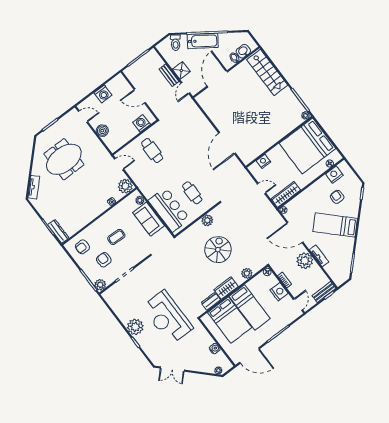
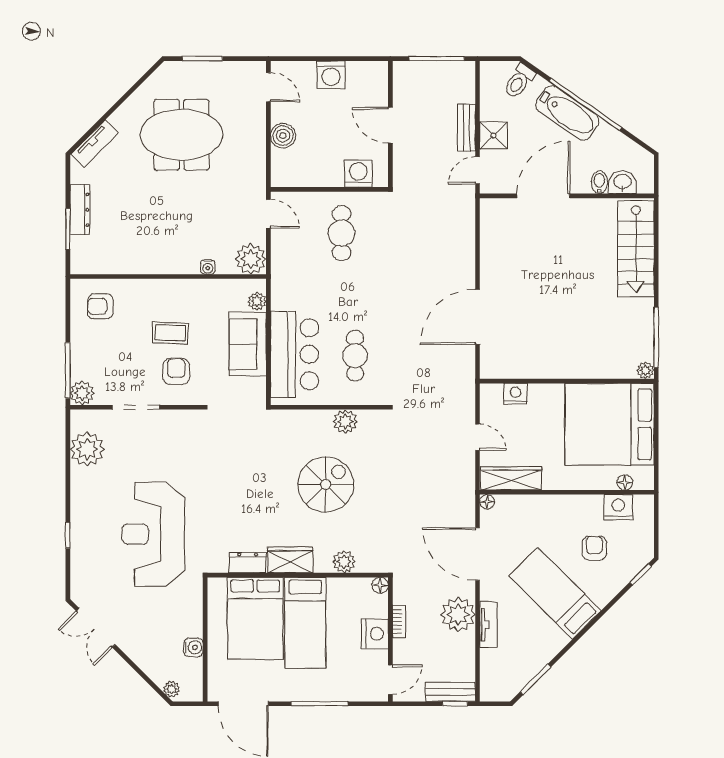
dresser: (58, 231) -> (80, 210), moved
armchair: (104, 260) -> (176, 371), moved
plant: (135, 327) -> (87, 449), moved

